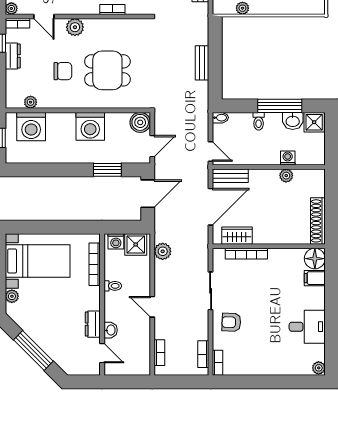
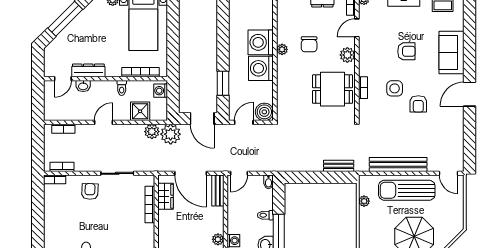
bench: (202, 63) -> (339, 166), moved
dining table: (107, 70) -> (333, 89), moved, turned 90
plant: (31, 102) -> (282, 49), moved
washing machine: (31, 127) -> (261, 42), moved
door: (152, 146) -> (244, 122), swing flipped
plant: (166, 230) -> (171, 134), added
shower: (136, 244) -> (140, 111), moved
dresser: (93, 324) -> (88, 70), width x1.44

